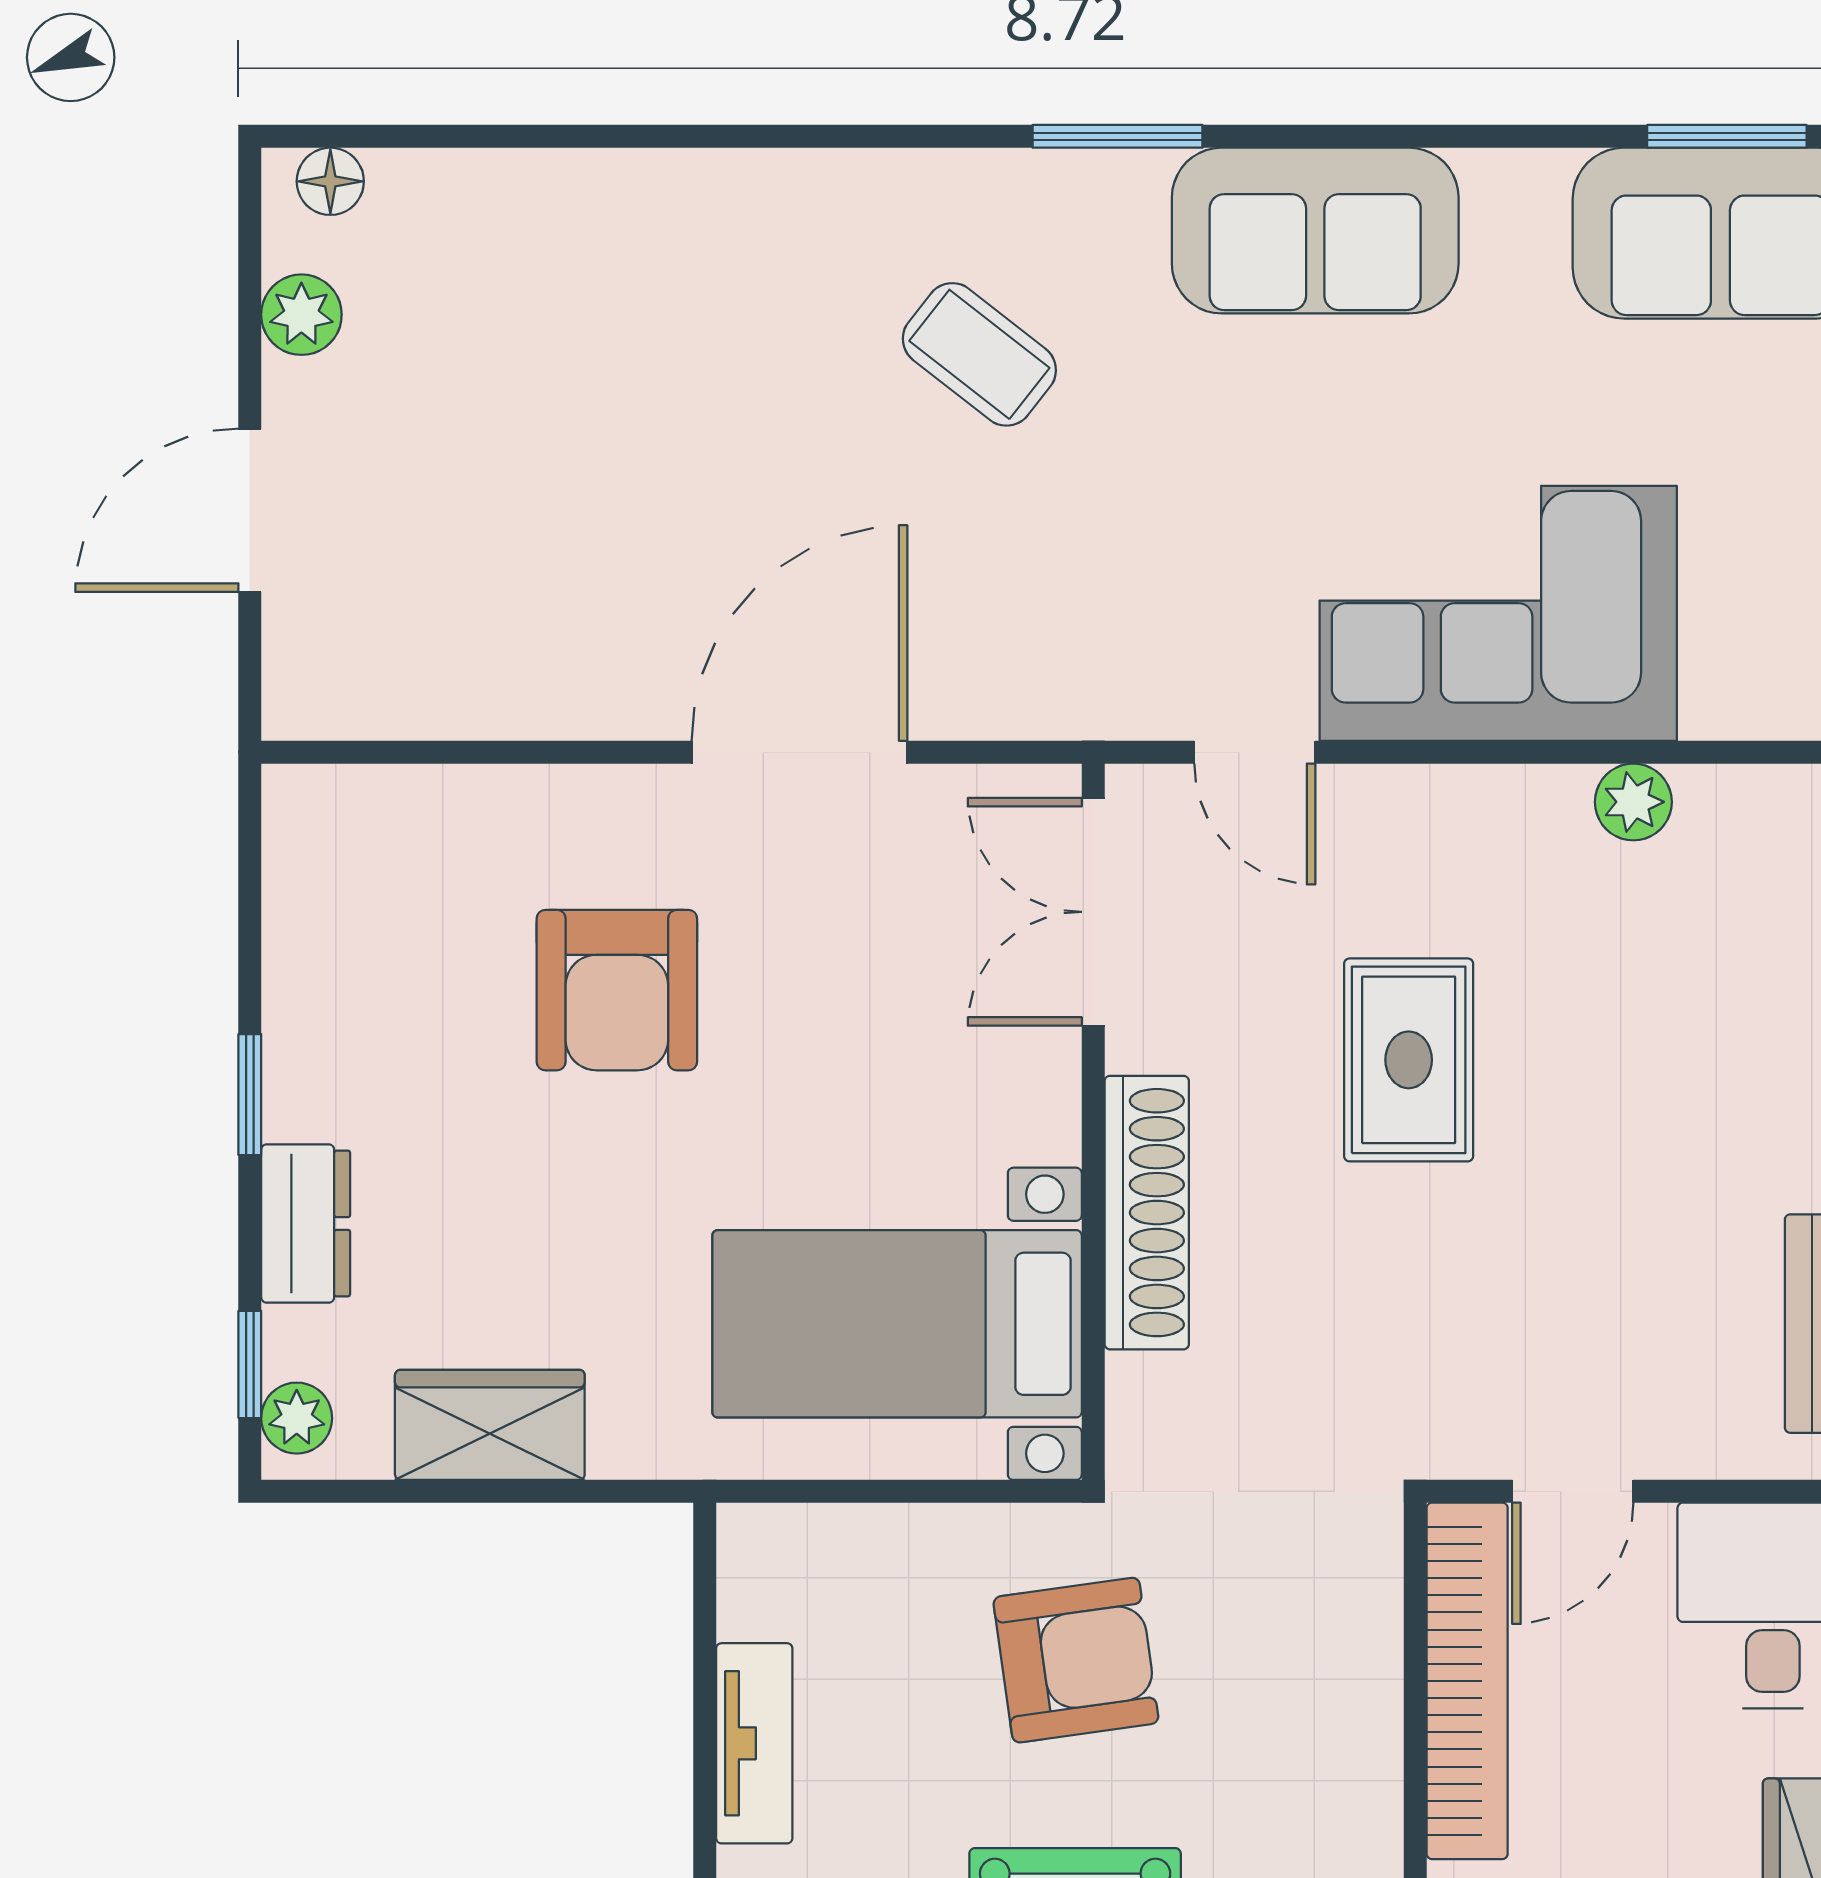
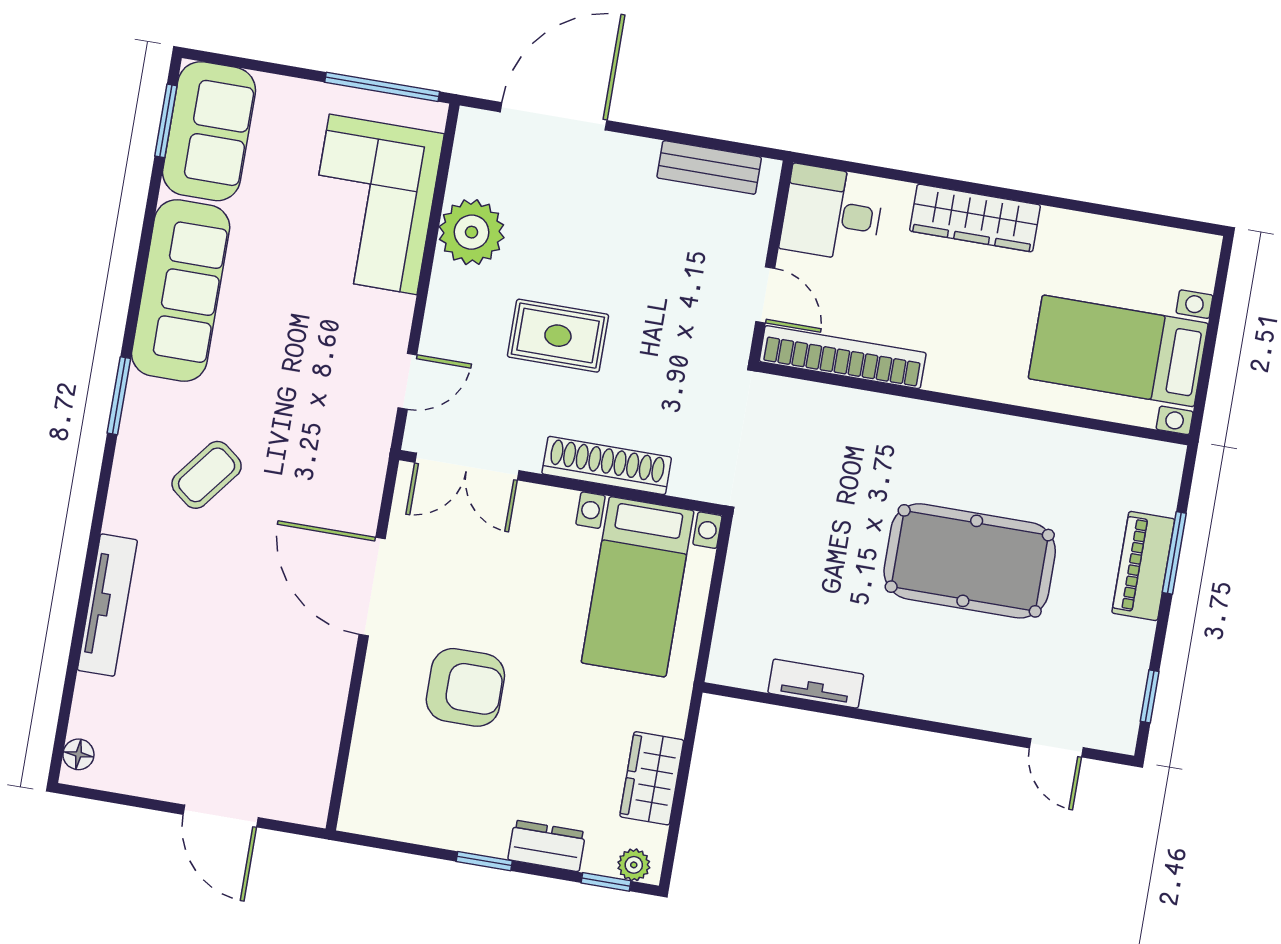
tv unit: (662, 189) -> (107, 605), added
sofa: (1315, 231) -> (181, 290), width x1.36
plant: (301, 315) -> (136, 778), removed
corner sofa: (1498, 613) -> (373, 204), moved
plant: (1633, 802) -> (472, 232), width x1.87, depth x1.87
armchair: (1076, 1660) -> (803, 532), removed

